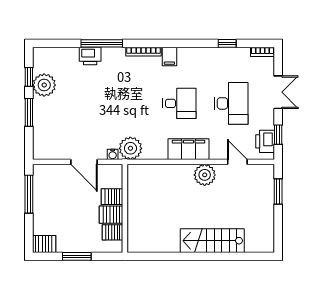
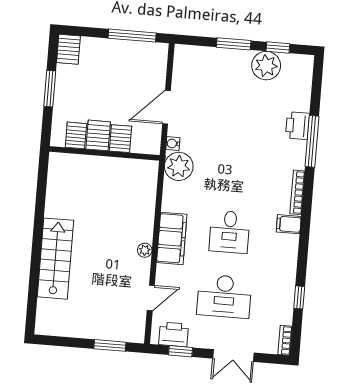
plant: (205, 175) -> (145, 250), width x0.53, depth x0.53

